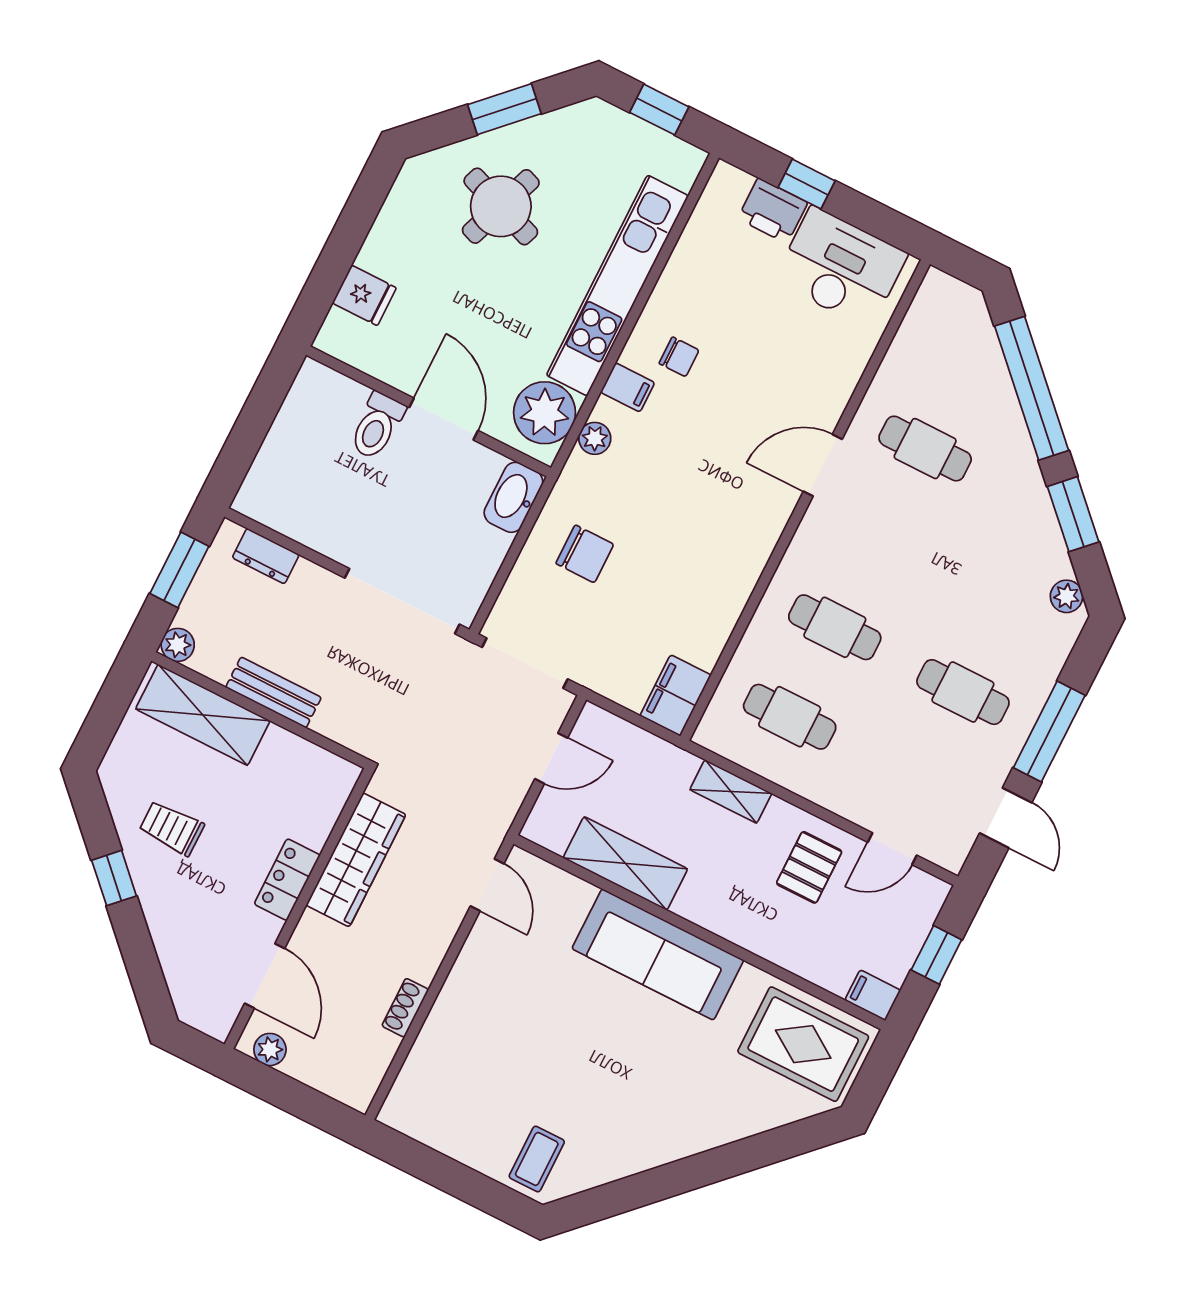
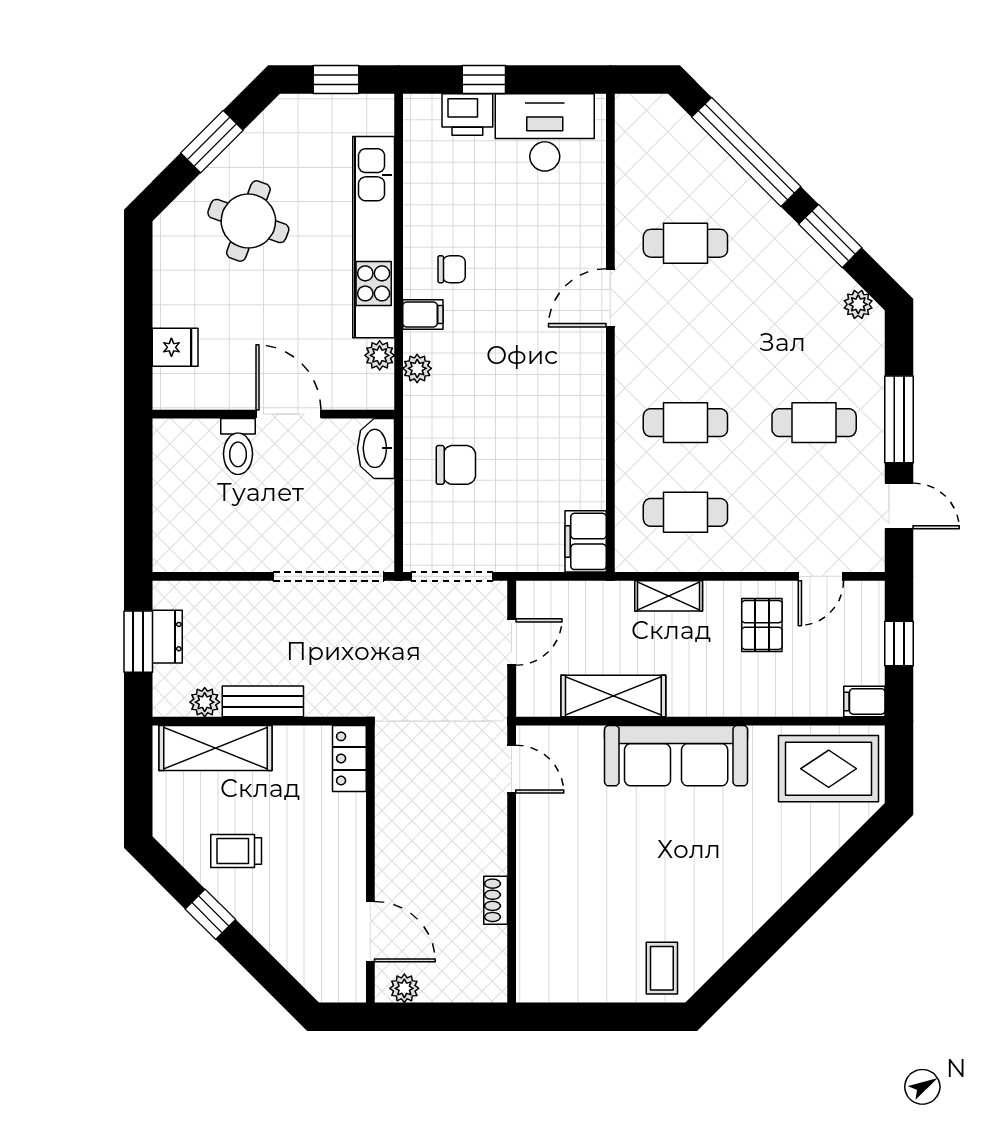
plant: (545, 413) -> (380, 355), width x0.53, depth x0.53
dresser: (266, 556) -> (167, 637), moved, turned -90
plant: (178, 645) -> (205, 702), moved
wardrobe: (356, 860) -> (397, 802), removed
locker: (287, 880) -> (349, 758), moved

